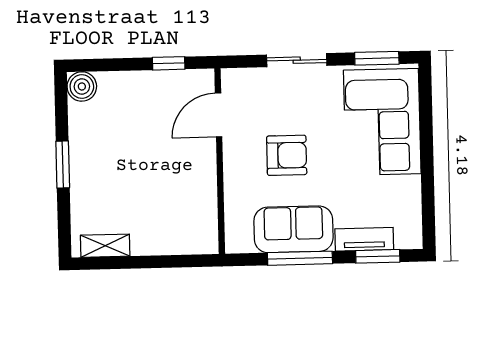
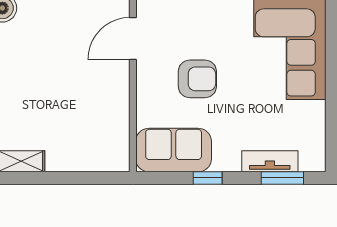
sofa: (293, 229) -> (174, 150), moved
window: (300, 258) -> (208, 178), width x0.46

